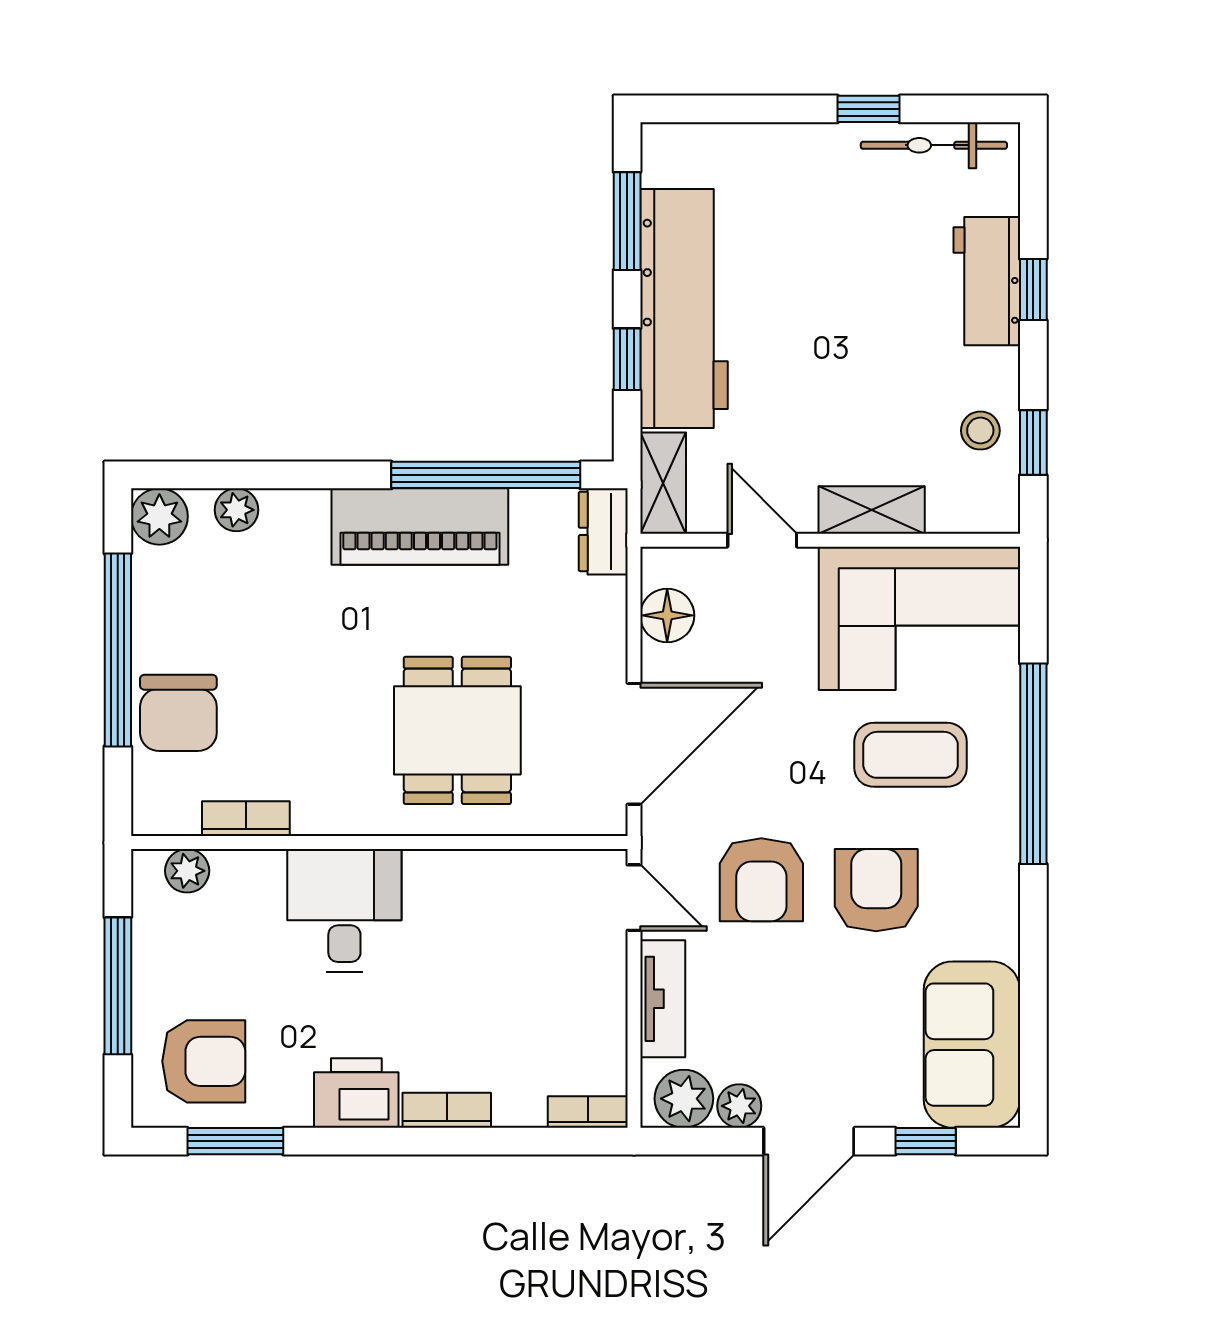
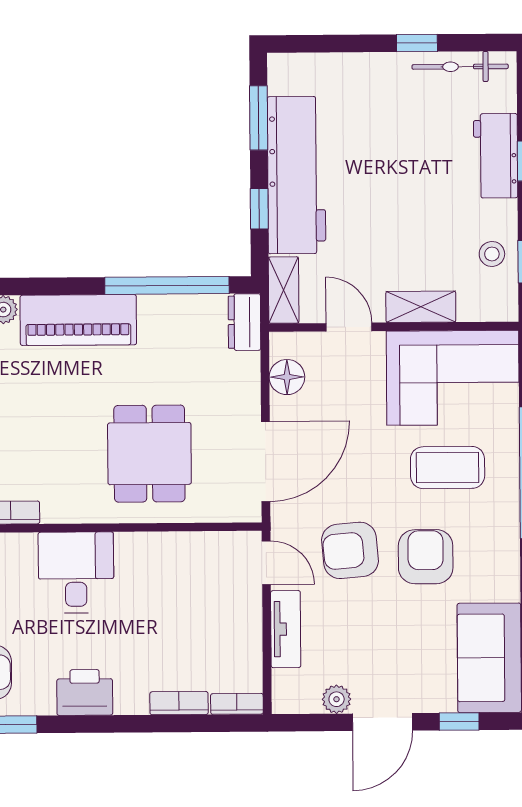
piano: (420, 527) -> (78, 320), moved
armchair: (761, 880) -> (350, 550), turned 85
plant: (684, 1099) -> (300, 695), removed
bookcase: (447, 1110) -> (179, 703), moved

